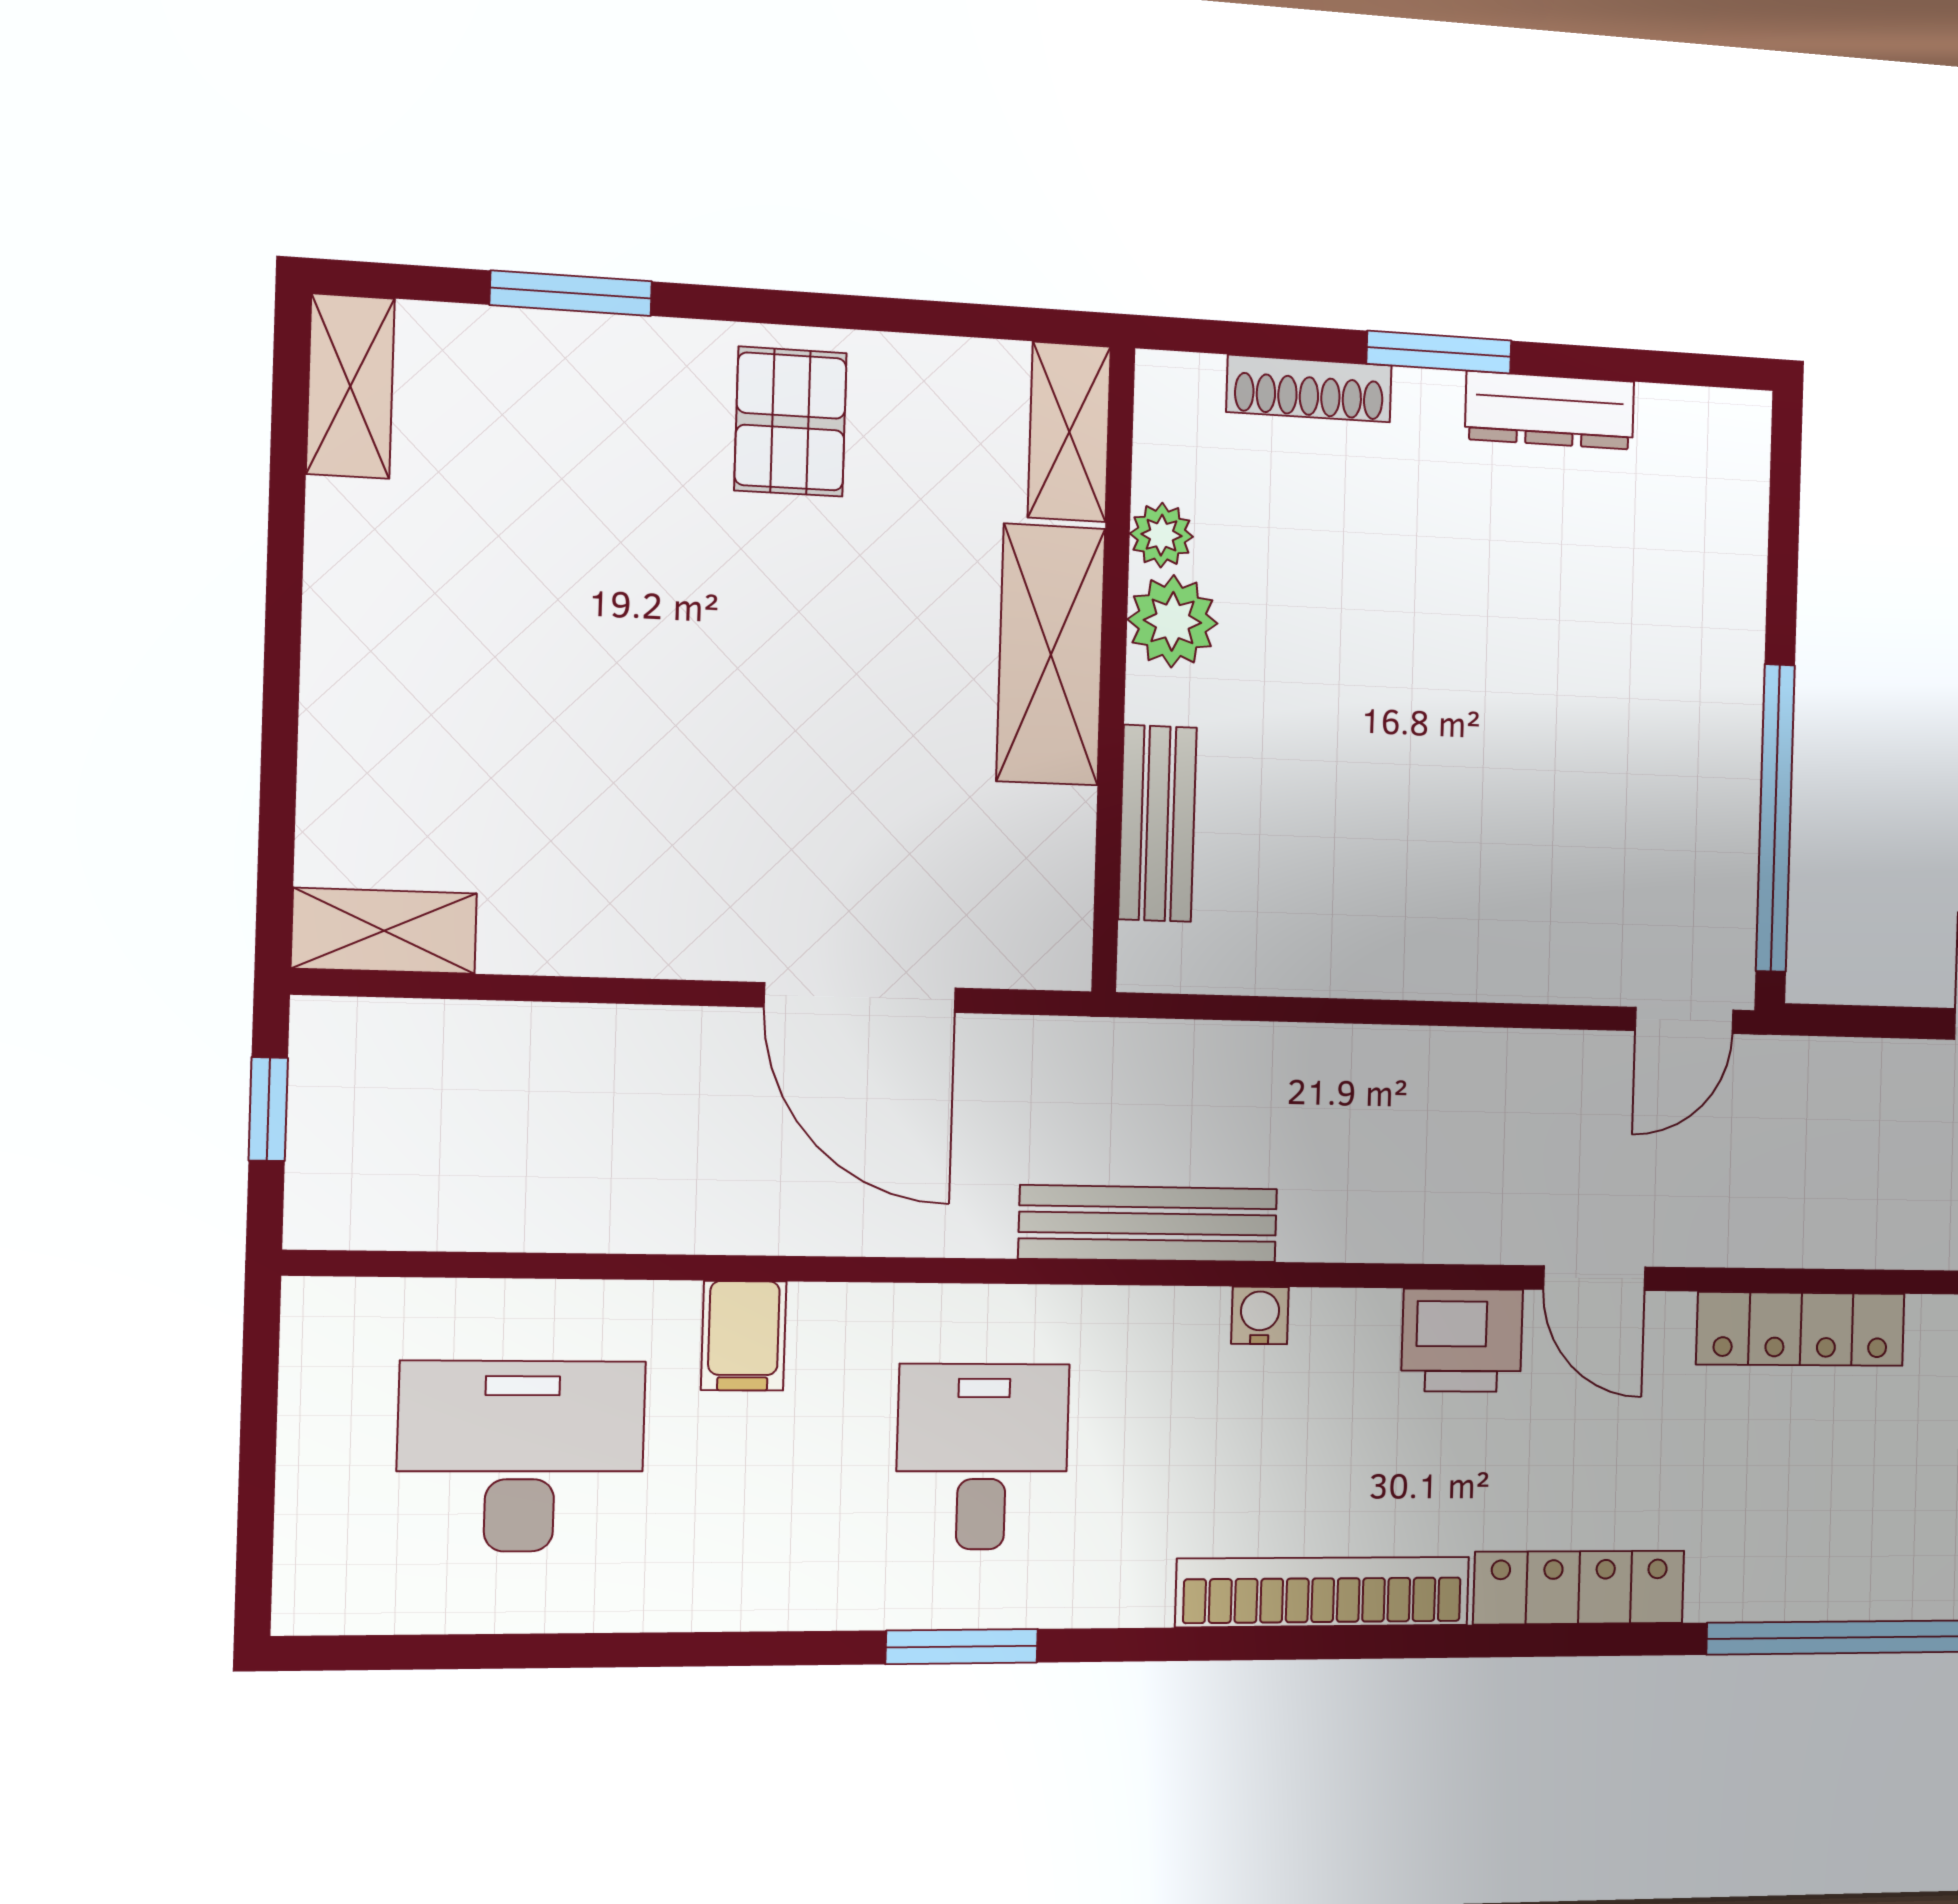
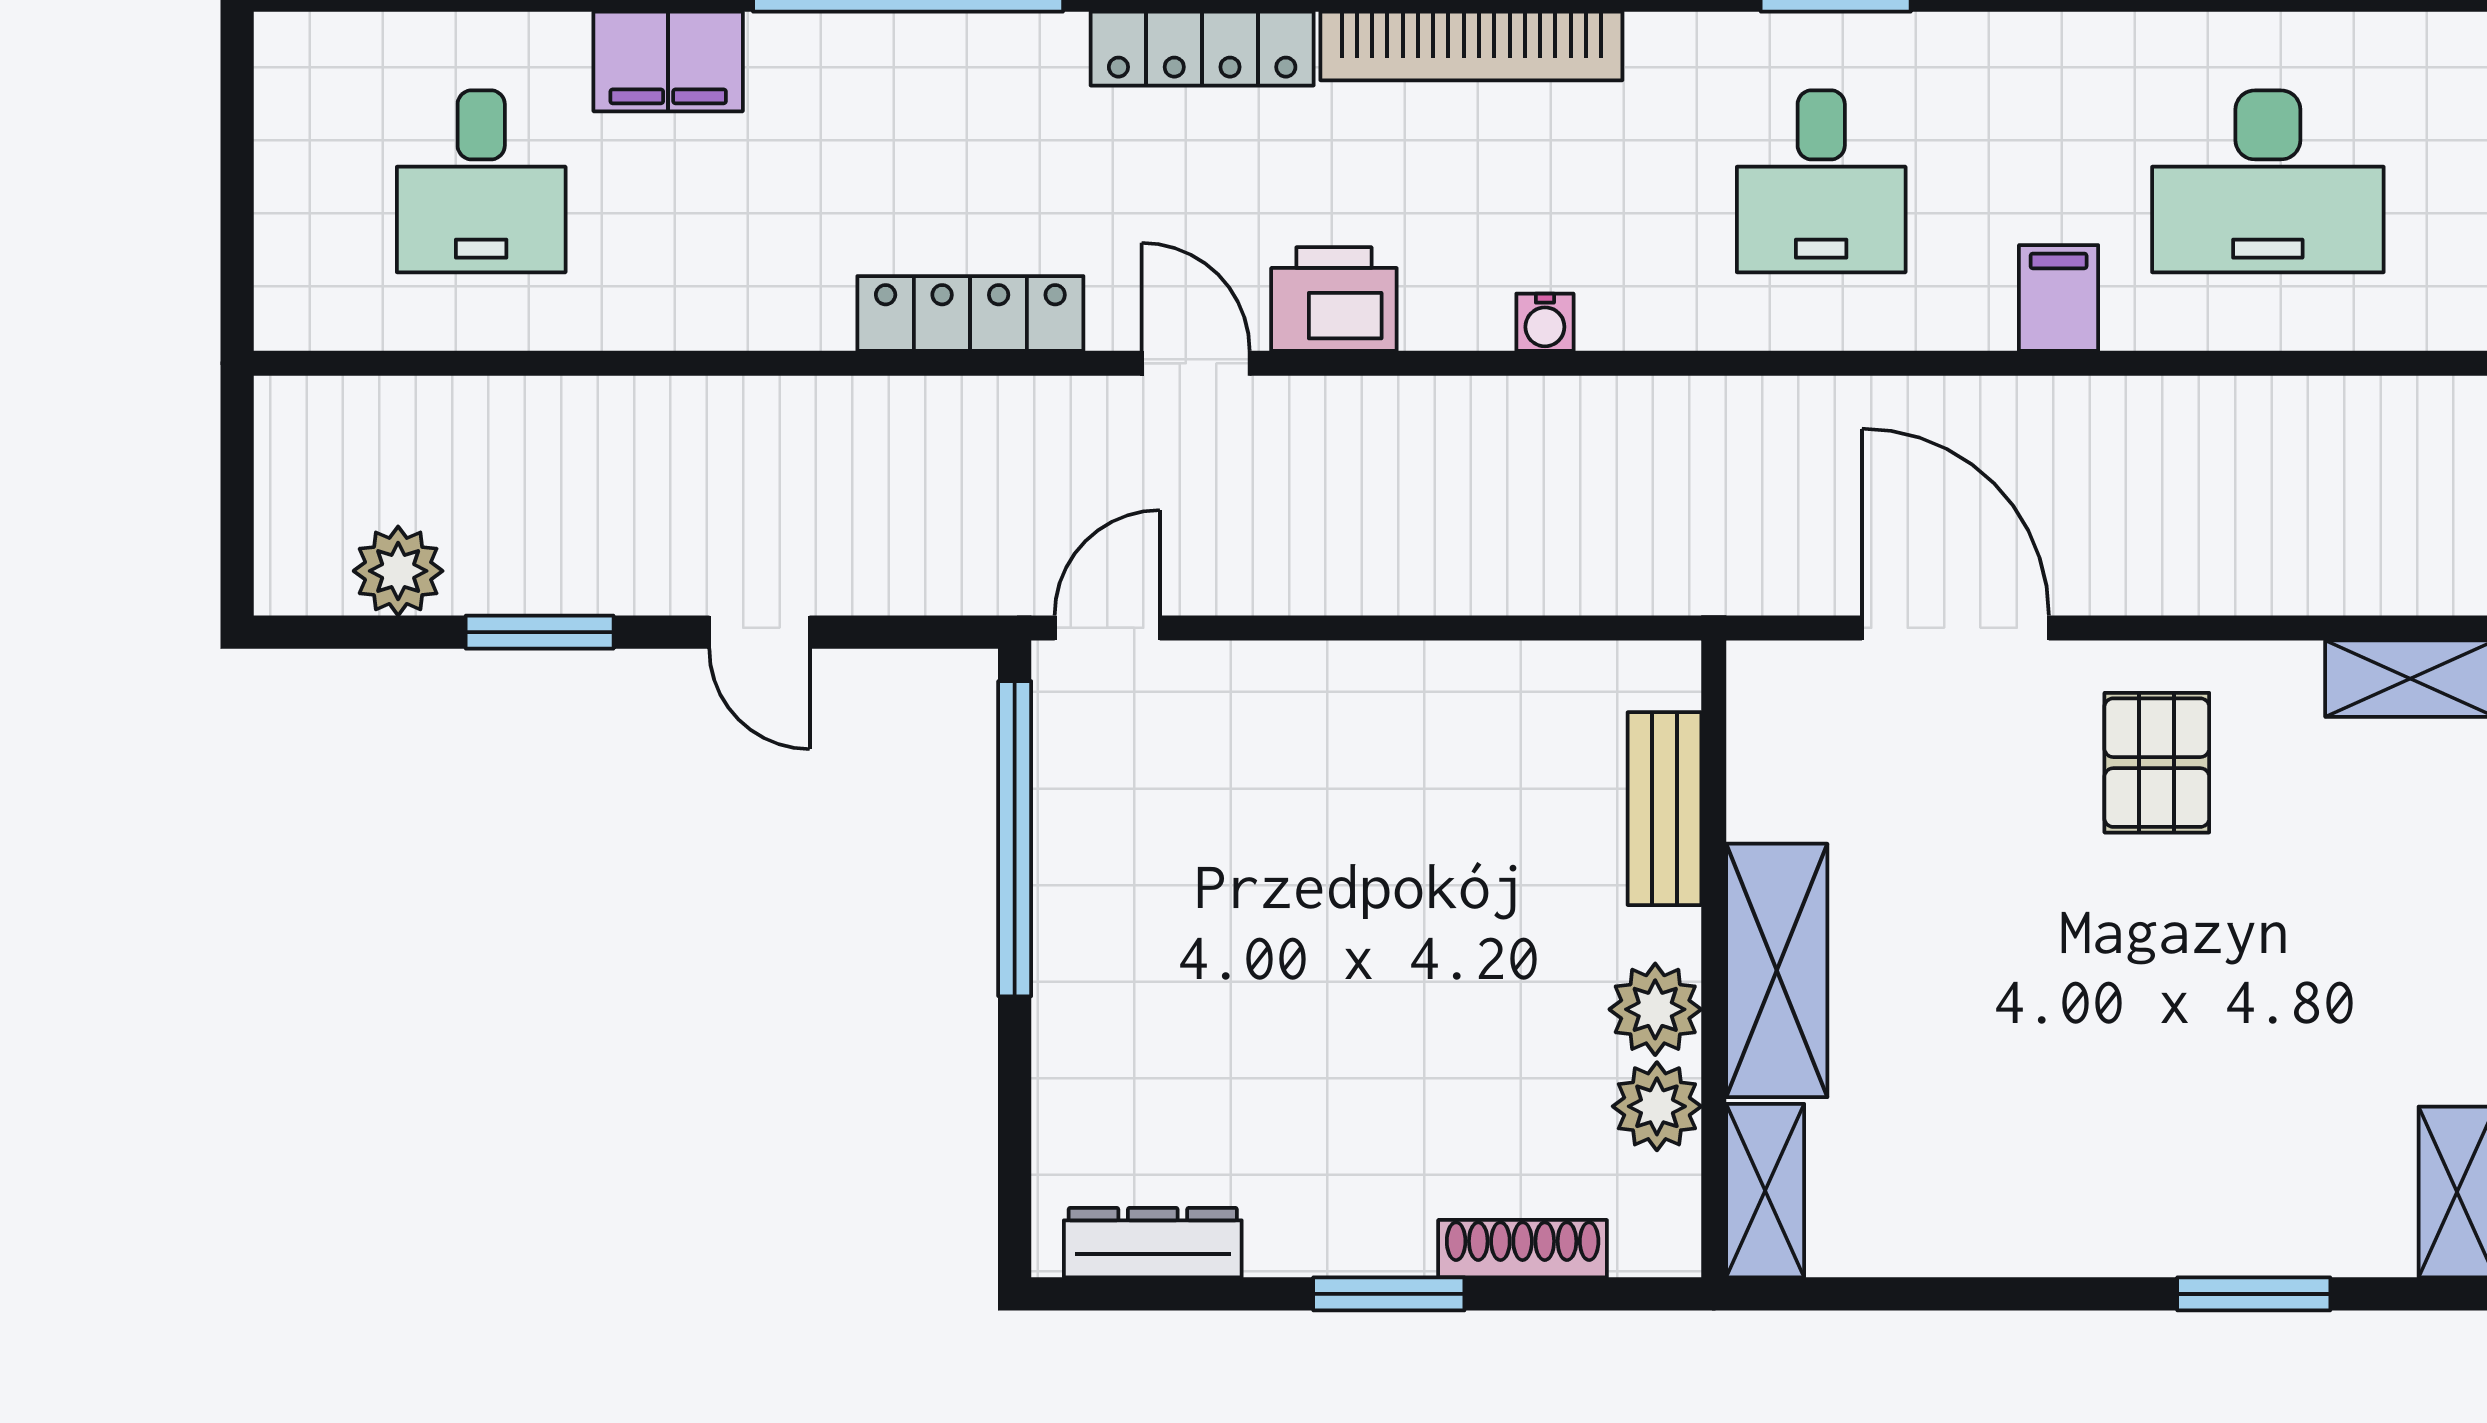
dresser: (1550, 410) -> (1153, 1243), moved
pallet: (791, 422) -> (2157, 763), moved
plant: (1161, 535) -> (1657, 1106), width x1.38, depth x1.38
bench: (1148, 1224) -> (1662, 412), removed

